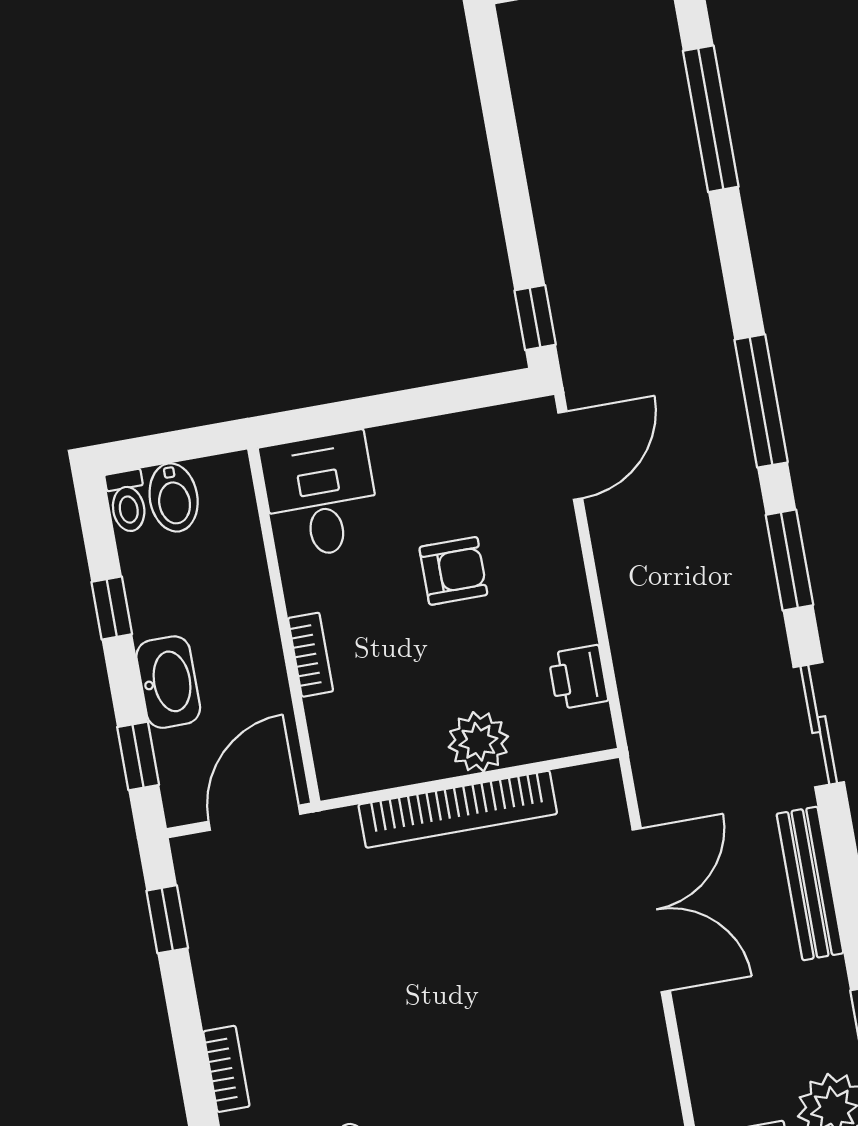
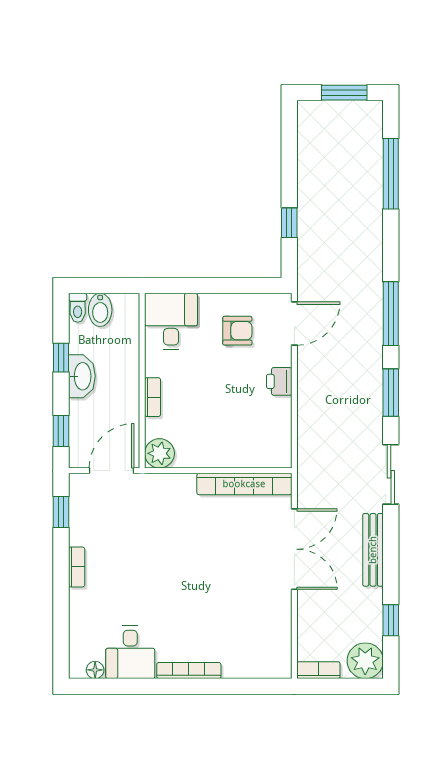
window: (535, 318) -> (289, 223), moved
armchair: (453, 571) -> (237, 331), moved
printer: (578, 677) -> (279, 381), moved
washbasin: (168, 682) -> (82, 376), moved
plant: (478, 742) -> (160, 453), moved
bookcase: (458, 809) -> (244, 484), moved
bookcase: (226, 1069) -> (77, 567), moved

